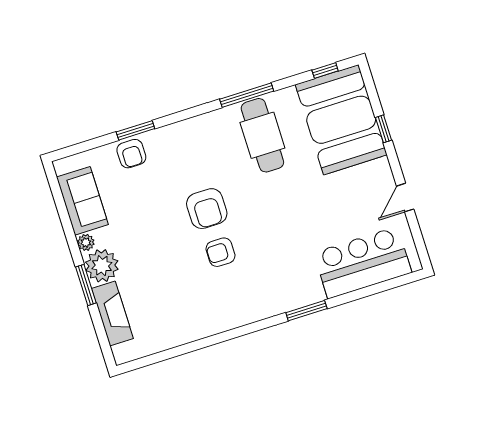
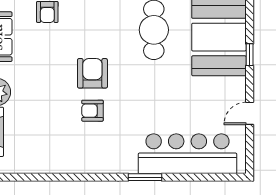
armchair: (207, 209) -> (92, 73), turned 180
bar counter: (363, 263) -> (188, 154), width x1.36

